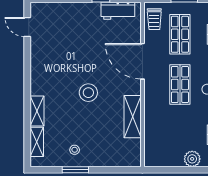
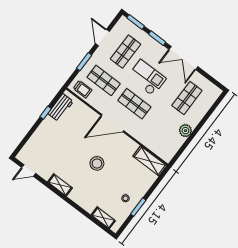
door: (142, 61) -> (112, 123), moved
shelving: (37, 111) -> (60, 185), moved
shelving: (133, 117) -> (150, 161), moved

